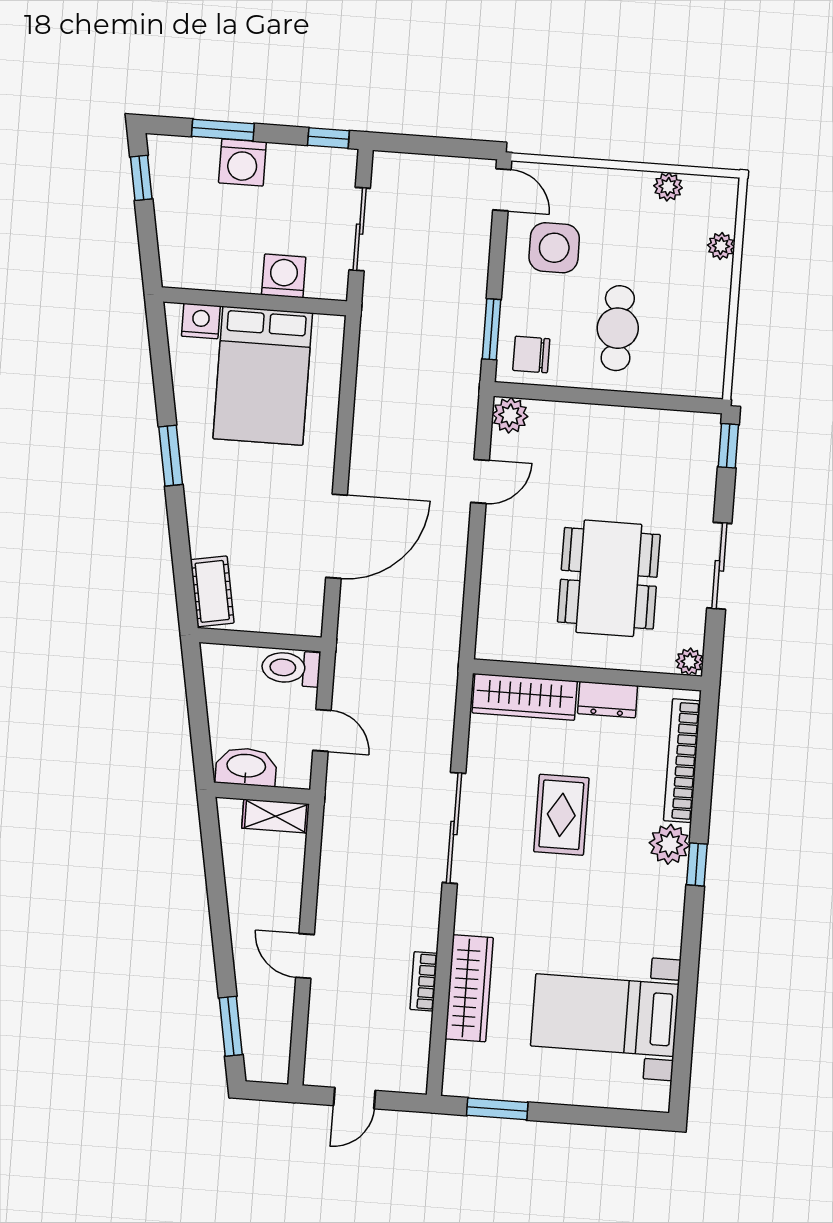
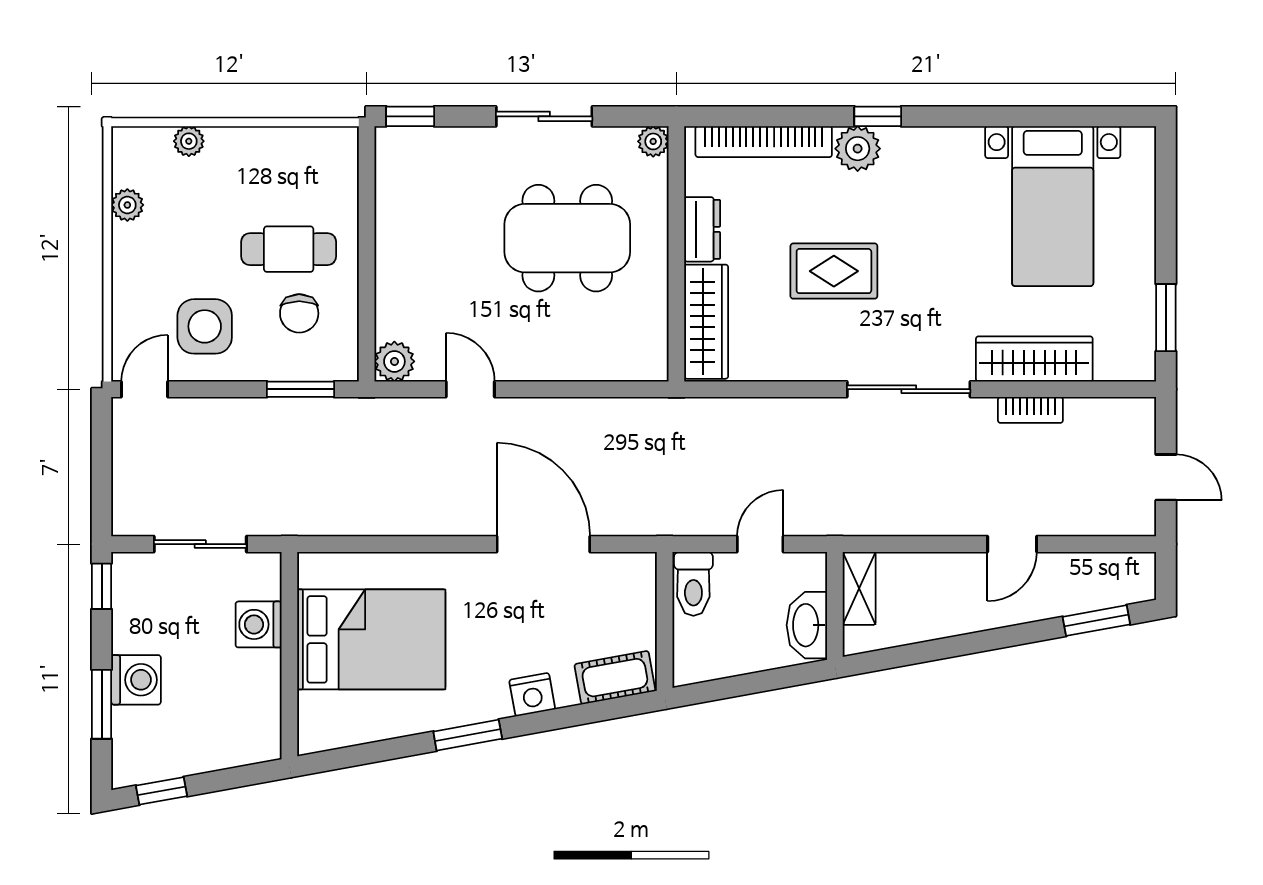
nightstand: (201, 321) -> (532, 695), moved, turned -100
chair: (531, 355) -> (299, 313), moved
sliding door: (454, 828) -> (909, 389), moved

